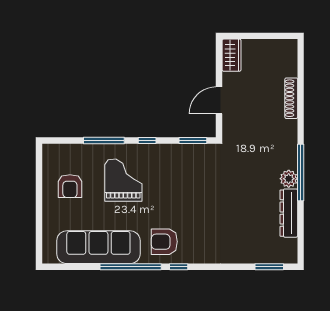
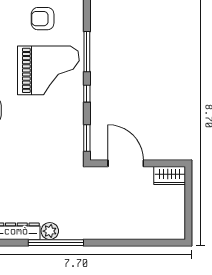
shoe rack: (291, 98) -> (128, 234), removed
door: (219, 100) -> (126, 163), width x1.36
grand piano: (123, 180) -> (48, 70), width x1.37, depth x1.48

